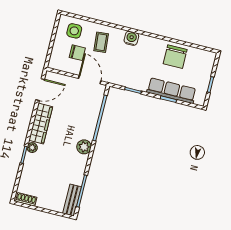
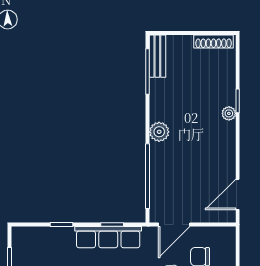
door: (90, 80) -> (174, 224), hinge flipped
row of seats: (172, 91) -> (108, 237), moved
wardrobe: (41, 124) -> (225, 149), removed
shoe rack: (26, 199) -> (214, 42), width x1.43

